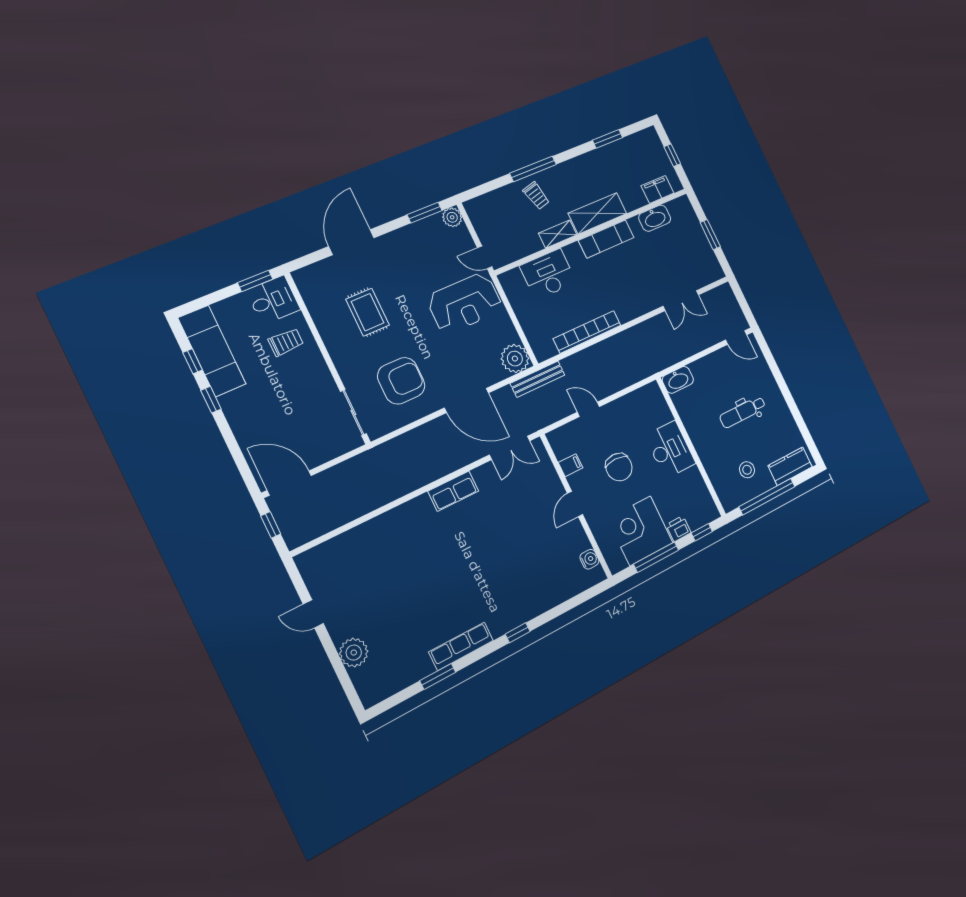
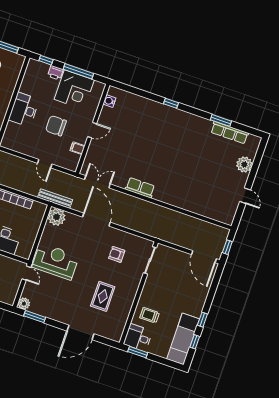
armchair: (401, 381) -> (117, 254), width x0.53, depth x0.53
chair: (619, 467) -> (56, 126), turned -90
row of seats: (461, 646) -> (230, 133), moved

